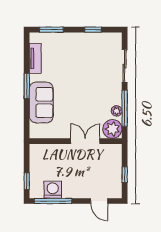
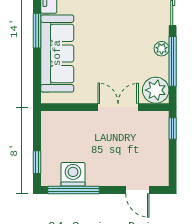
sofa: (41, 102) -> (57, 53), width x1.36
plant: (117, 111) -> (162, 49), moved
window: (125, 175) -> (173, 128), moved

